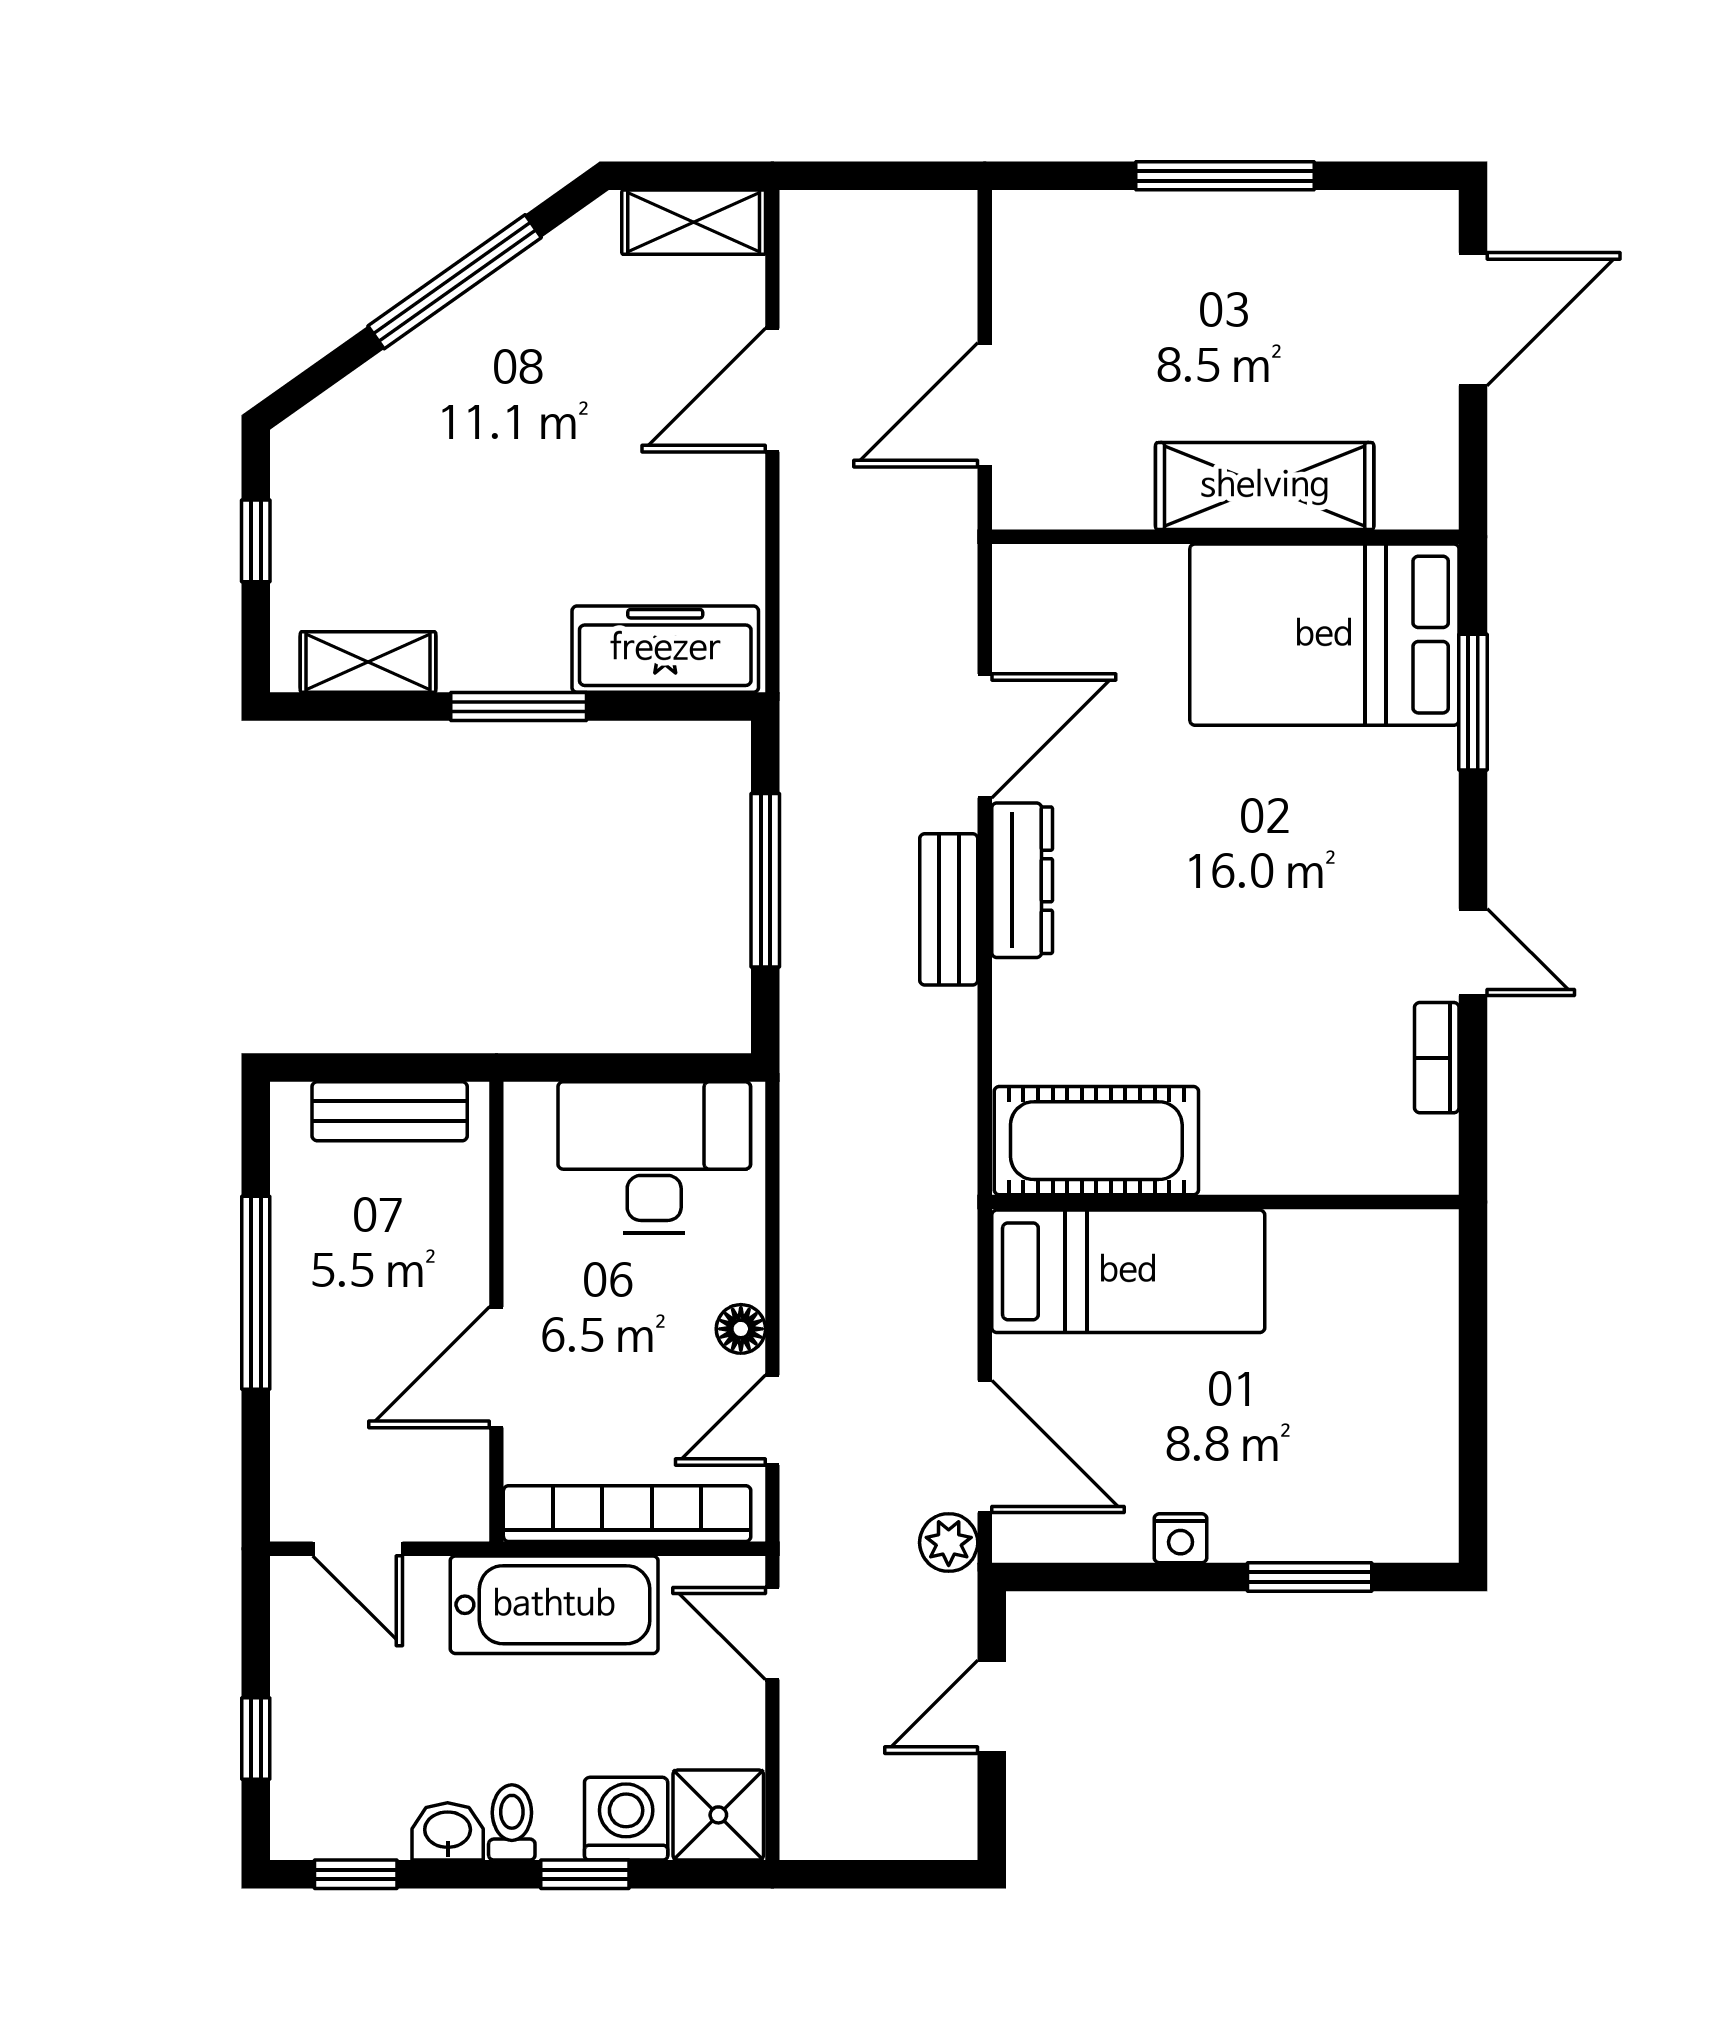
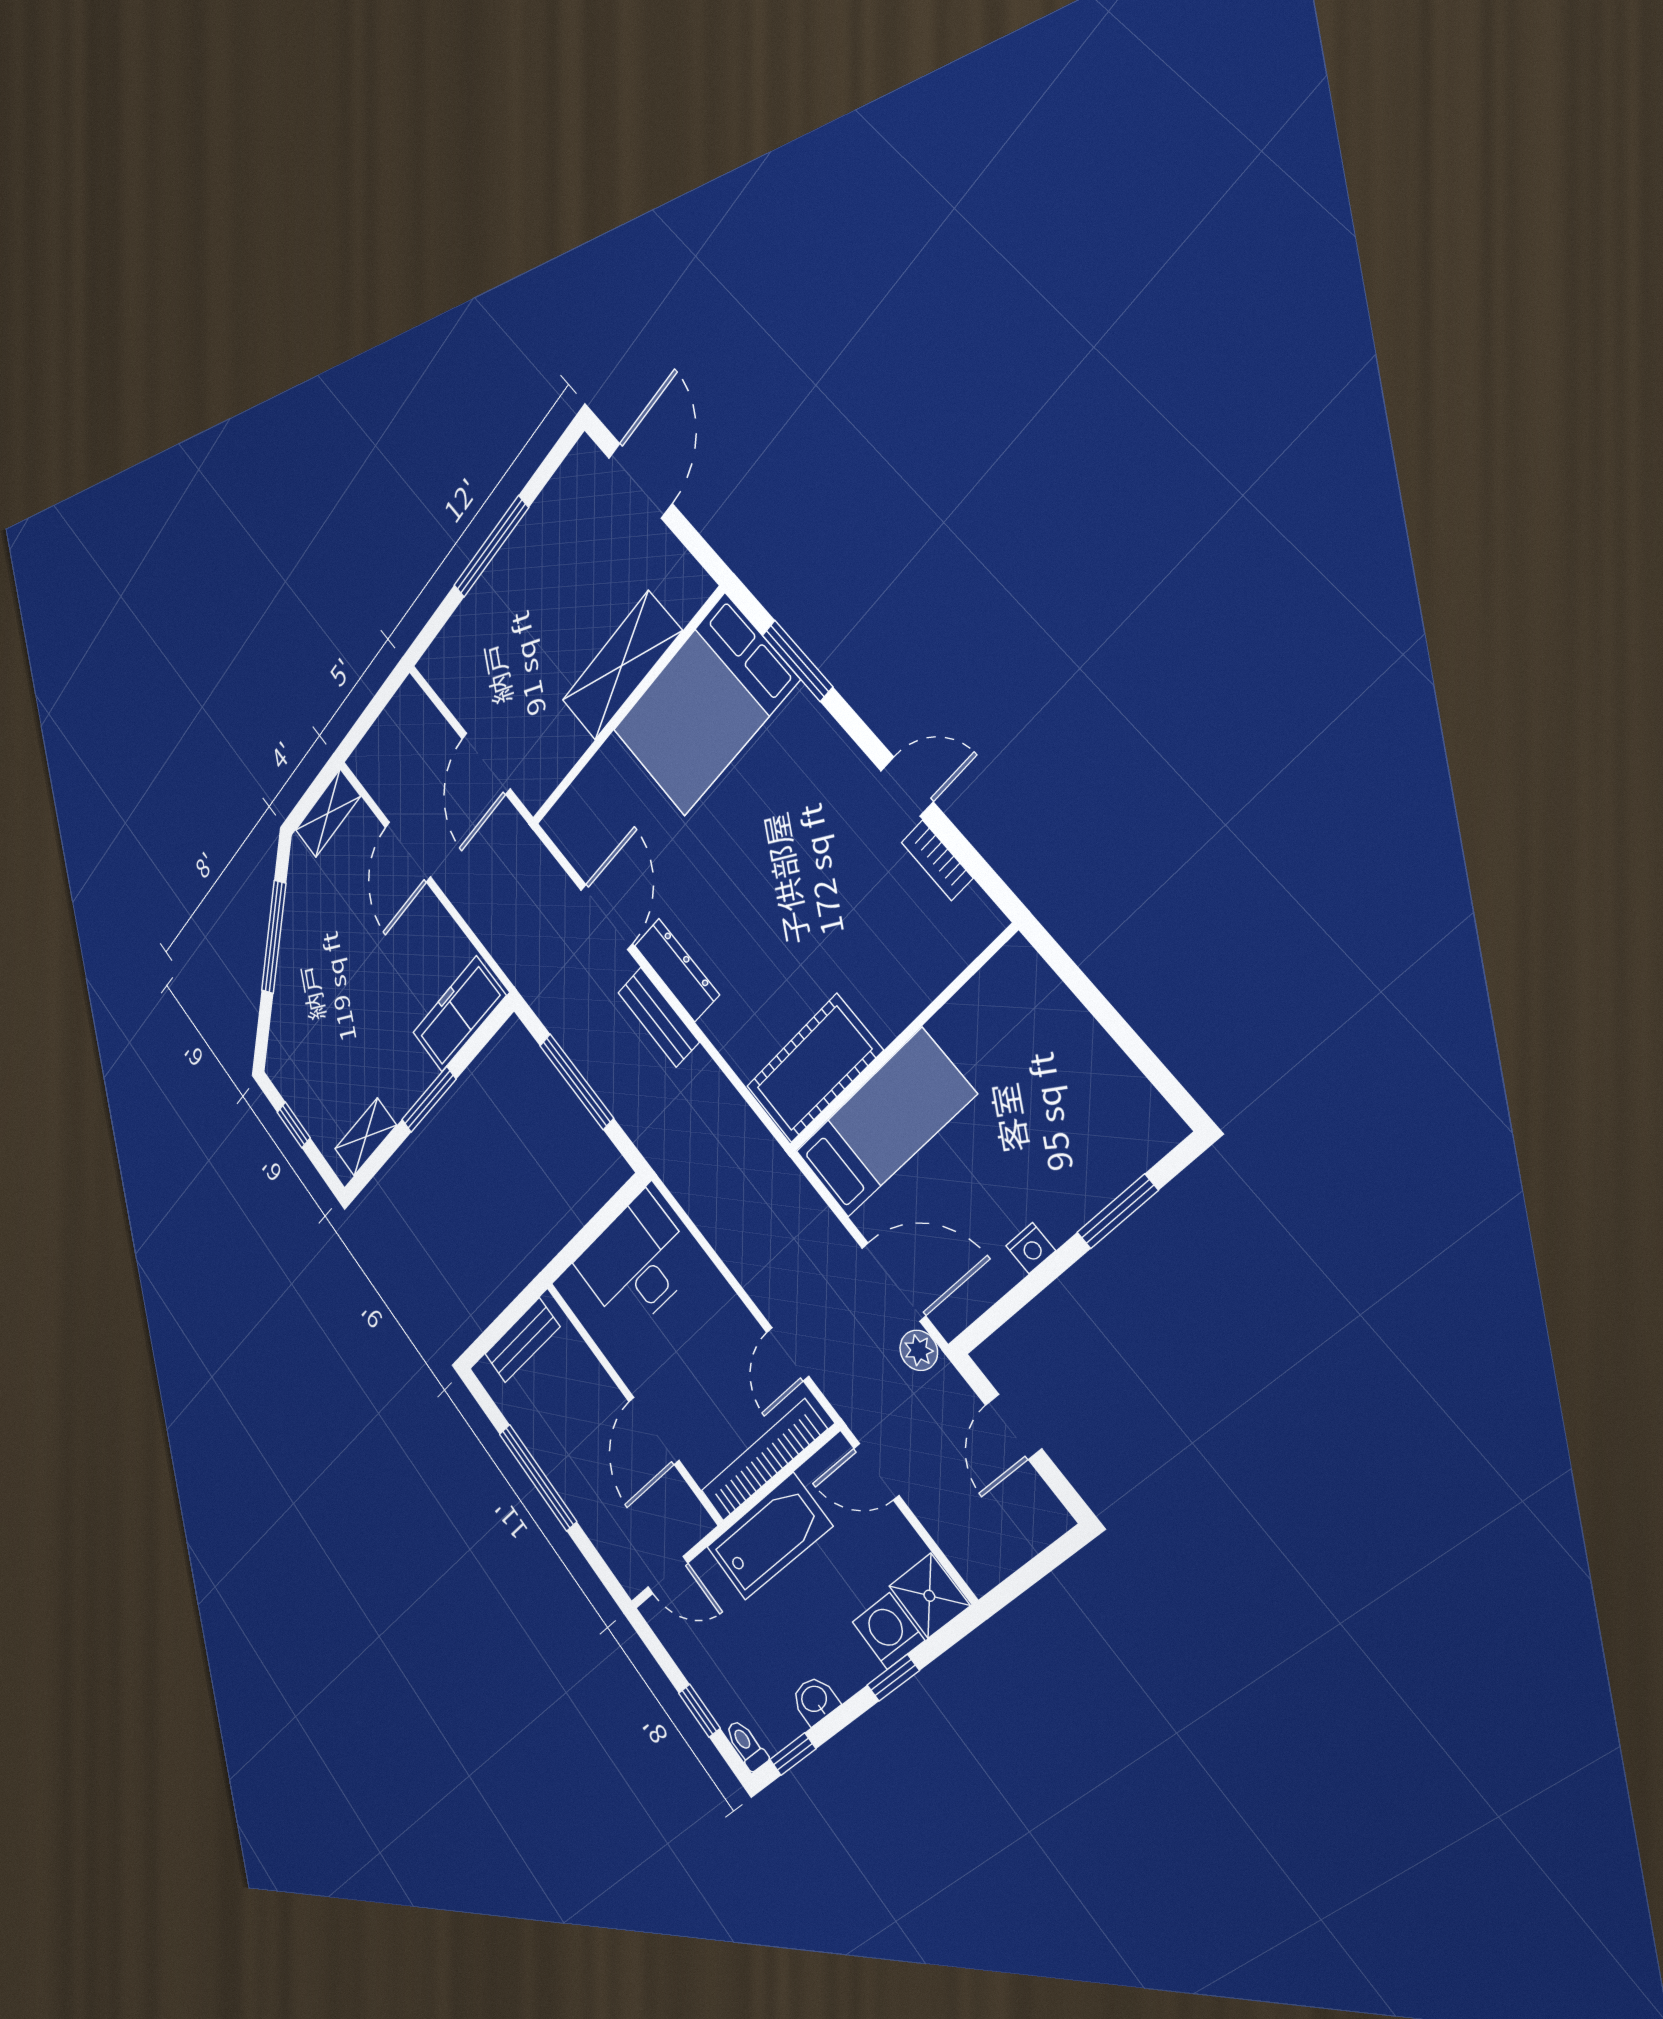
floor lamp: (741, 1329) -> (738, 1318), removed
toilet: (512, 1822) -> (746, 1745), moved

